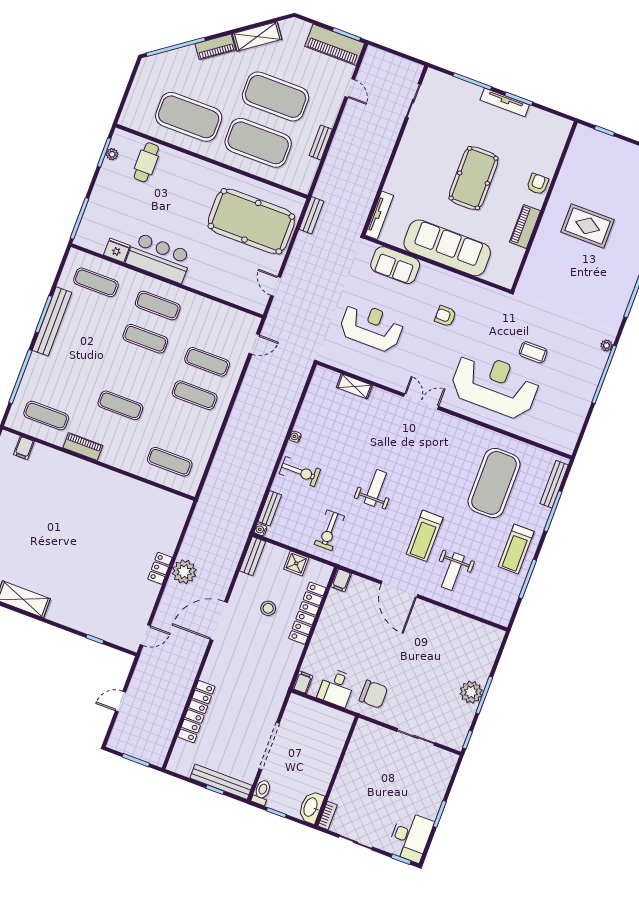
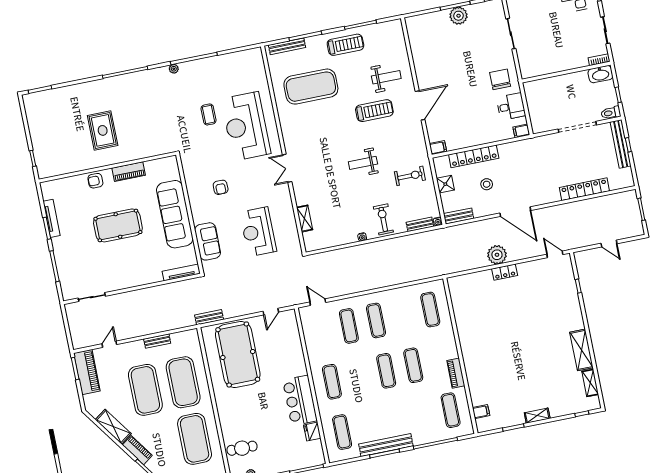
tv unit: (505, 102) -> (52, 218), moved
exercise mat: (145, 339) -> (386, 371), moved

